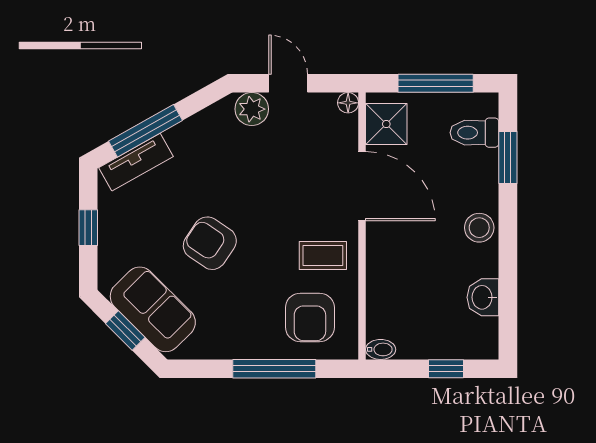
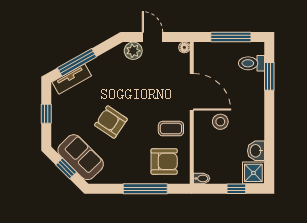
shower: (386, 124) -> (253, 173), moved
stool: (479, 228) -> (220, 122), moved
armchair: (310, 317) -> (164, 161), turned -90

